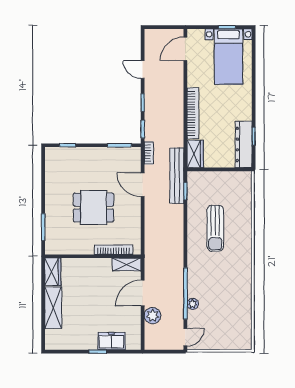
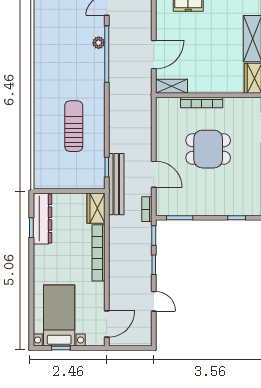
bookcase: (114, 250) -> (202, 103), moved
plant: (153, 316) -> (143, 30), removed

